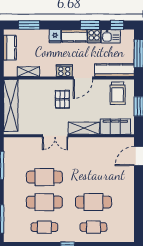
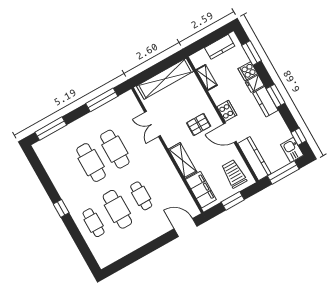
window: (90, 25) -> (276, 96), moved
cooker: (94, 36) -> (248, 71), moved
kitchen sink: (111, 36) -> (292, 150), moved
trolley: (118, 93) -> (234, 174), turned 90
double door: (55, 136) -> (153, 124), moved
cafe table: (44, 227) -> (141, 196), moved

